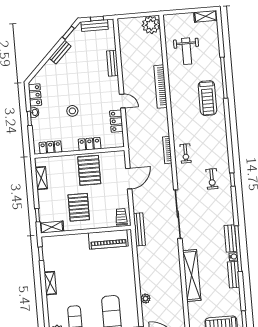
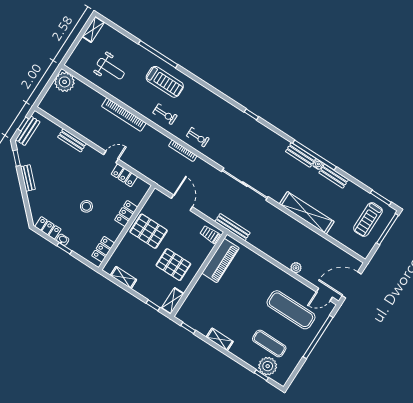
exercise bike: (212, 179) -> (165, 114), moved

